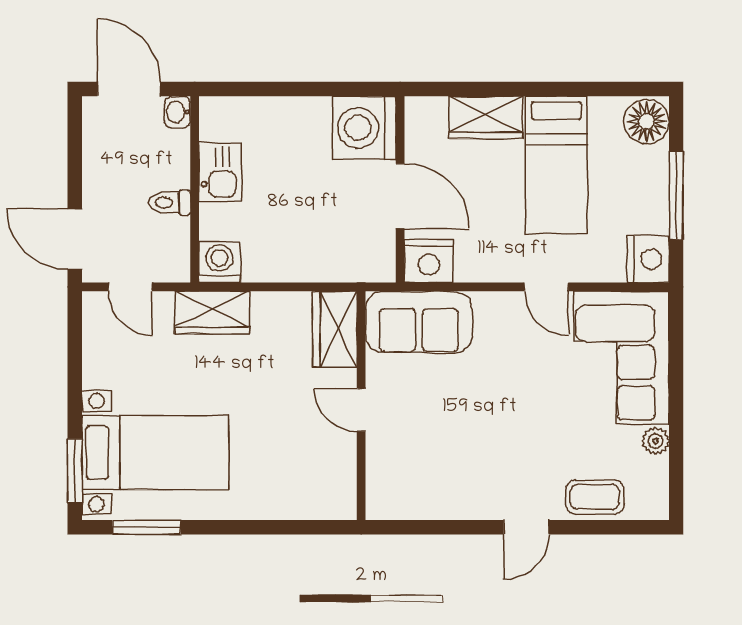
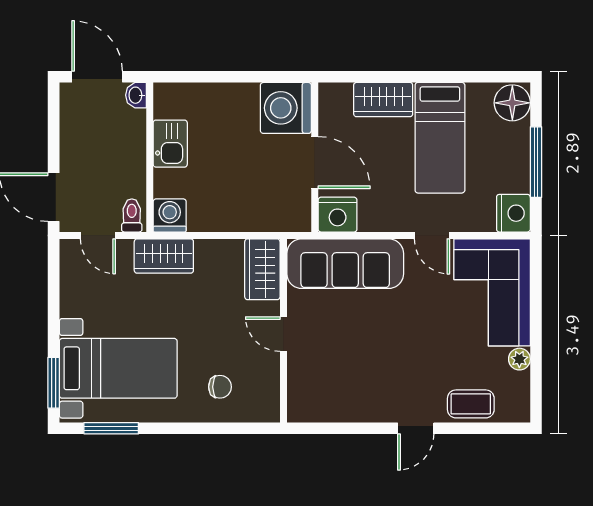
toilet: (170, 203) -> (132, 215), moved, turned 90
sofa: (419, 322) -> (345, 264), width x1.36
chair: (282, 476) -> (220, 387), added

